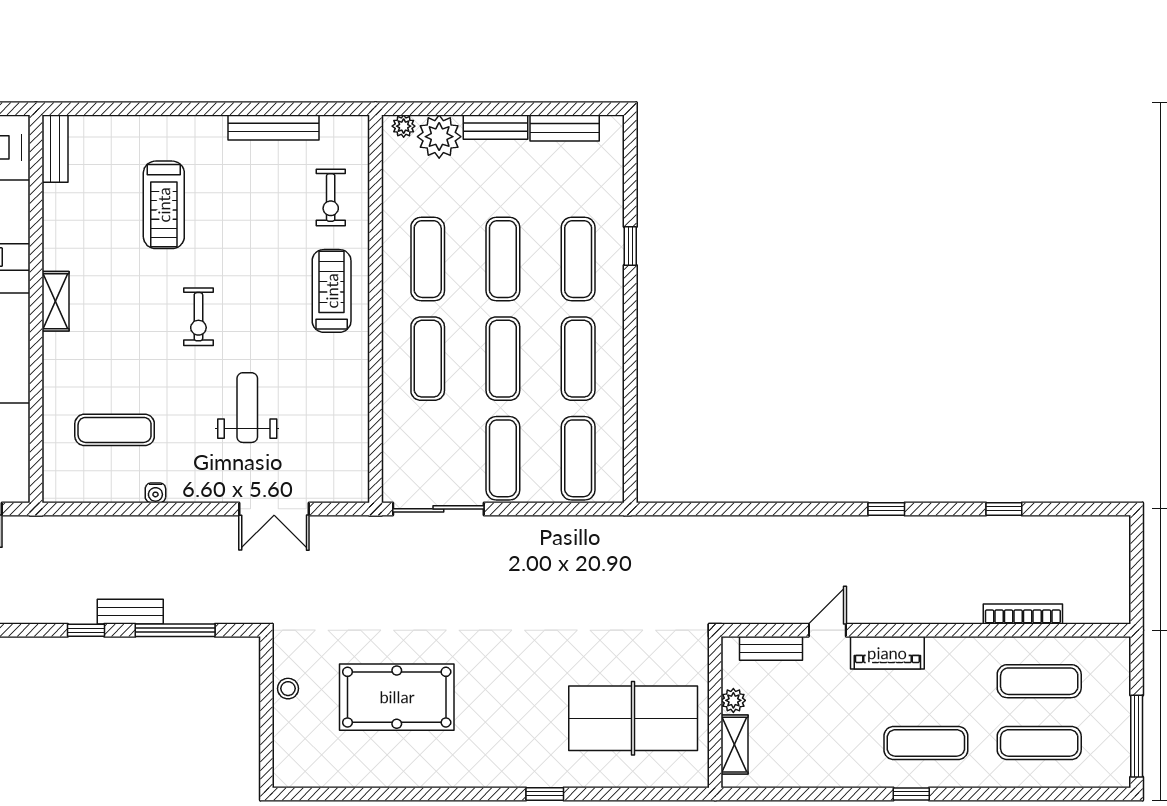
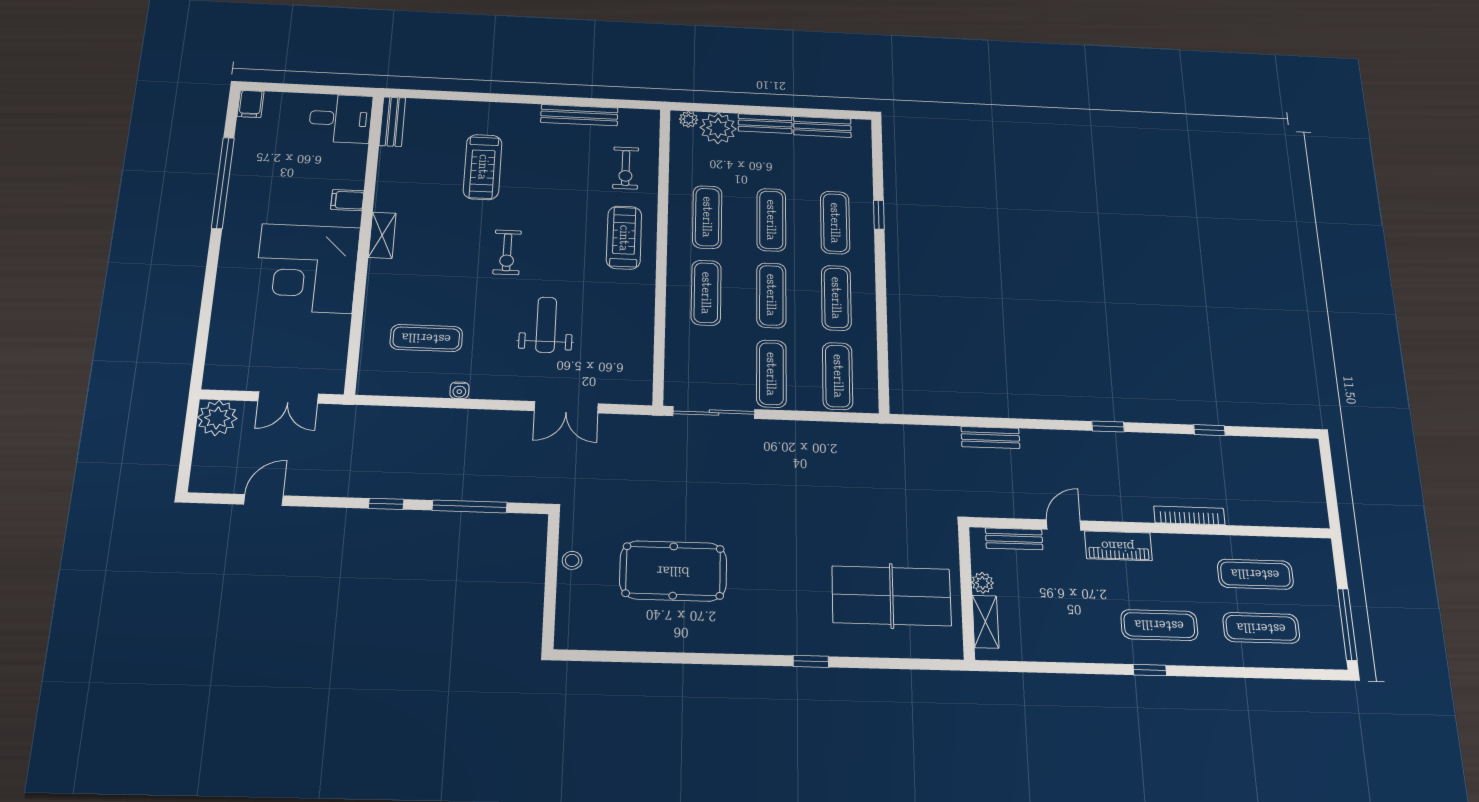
bench: (130, 612) -> (990, 437), moved
bookcase: (1023, 614) -> (1189, 515), moved

